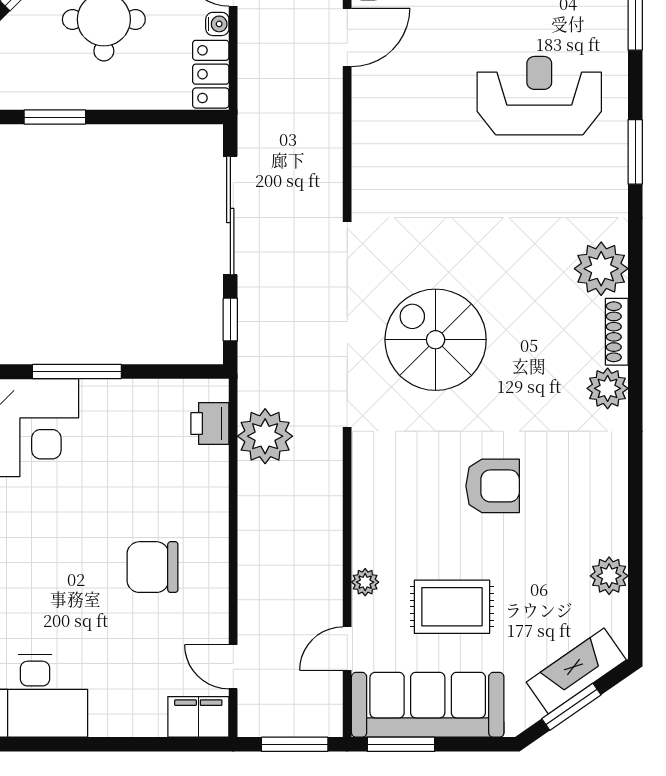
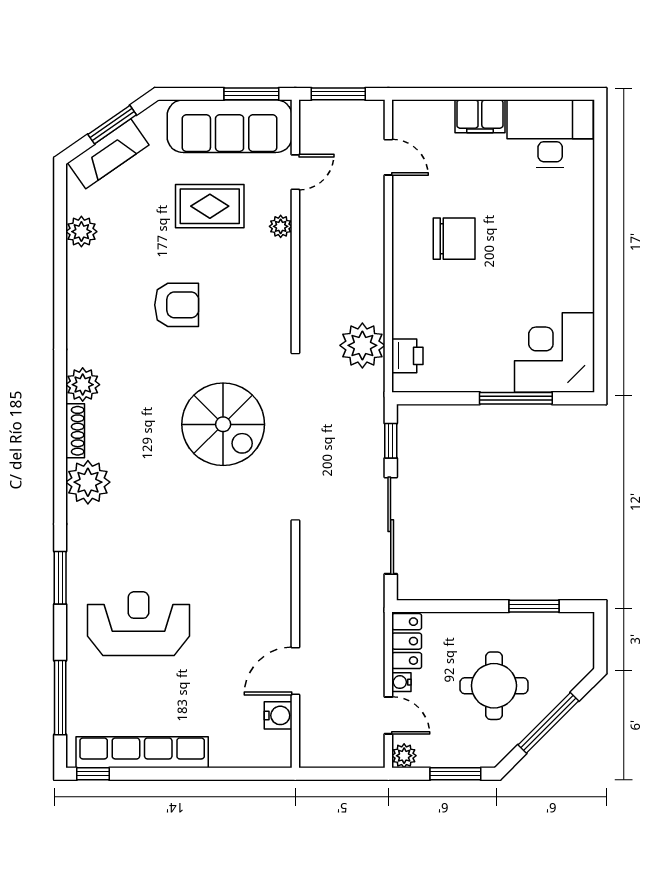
reception desk: (539, 96) -> (138, 624), turned 180
armchair: (493, 486) -> (177, 305), turned 180
filing cabinet: (198, 717) -> (480, 116), moved

